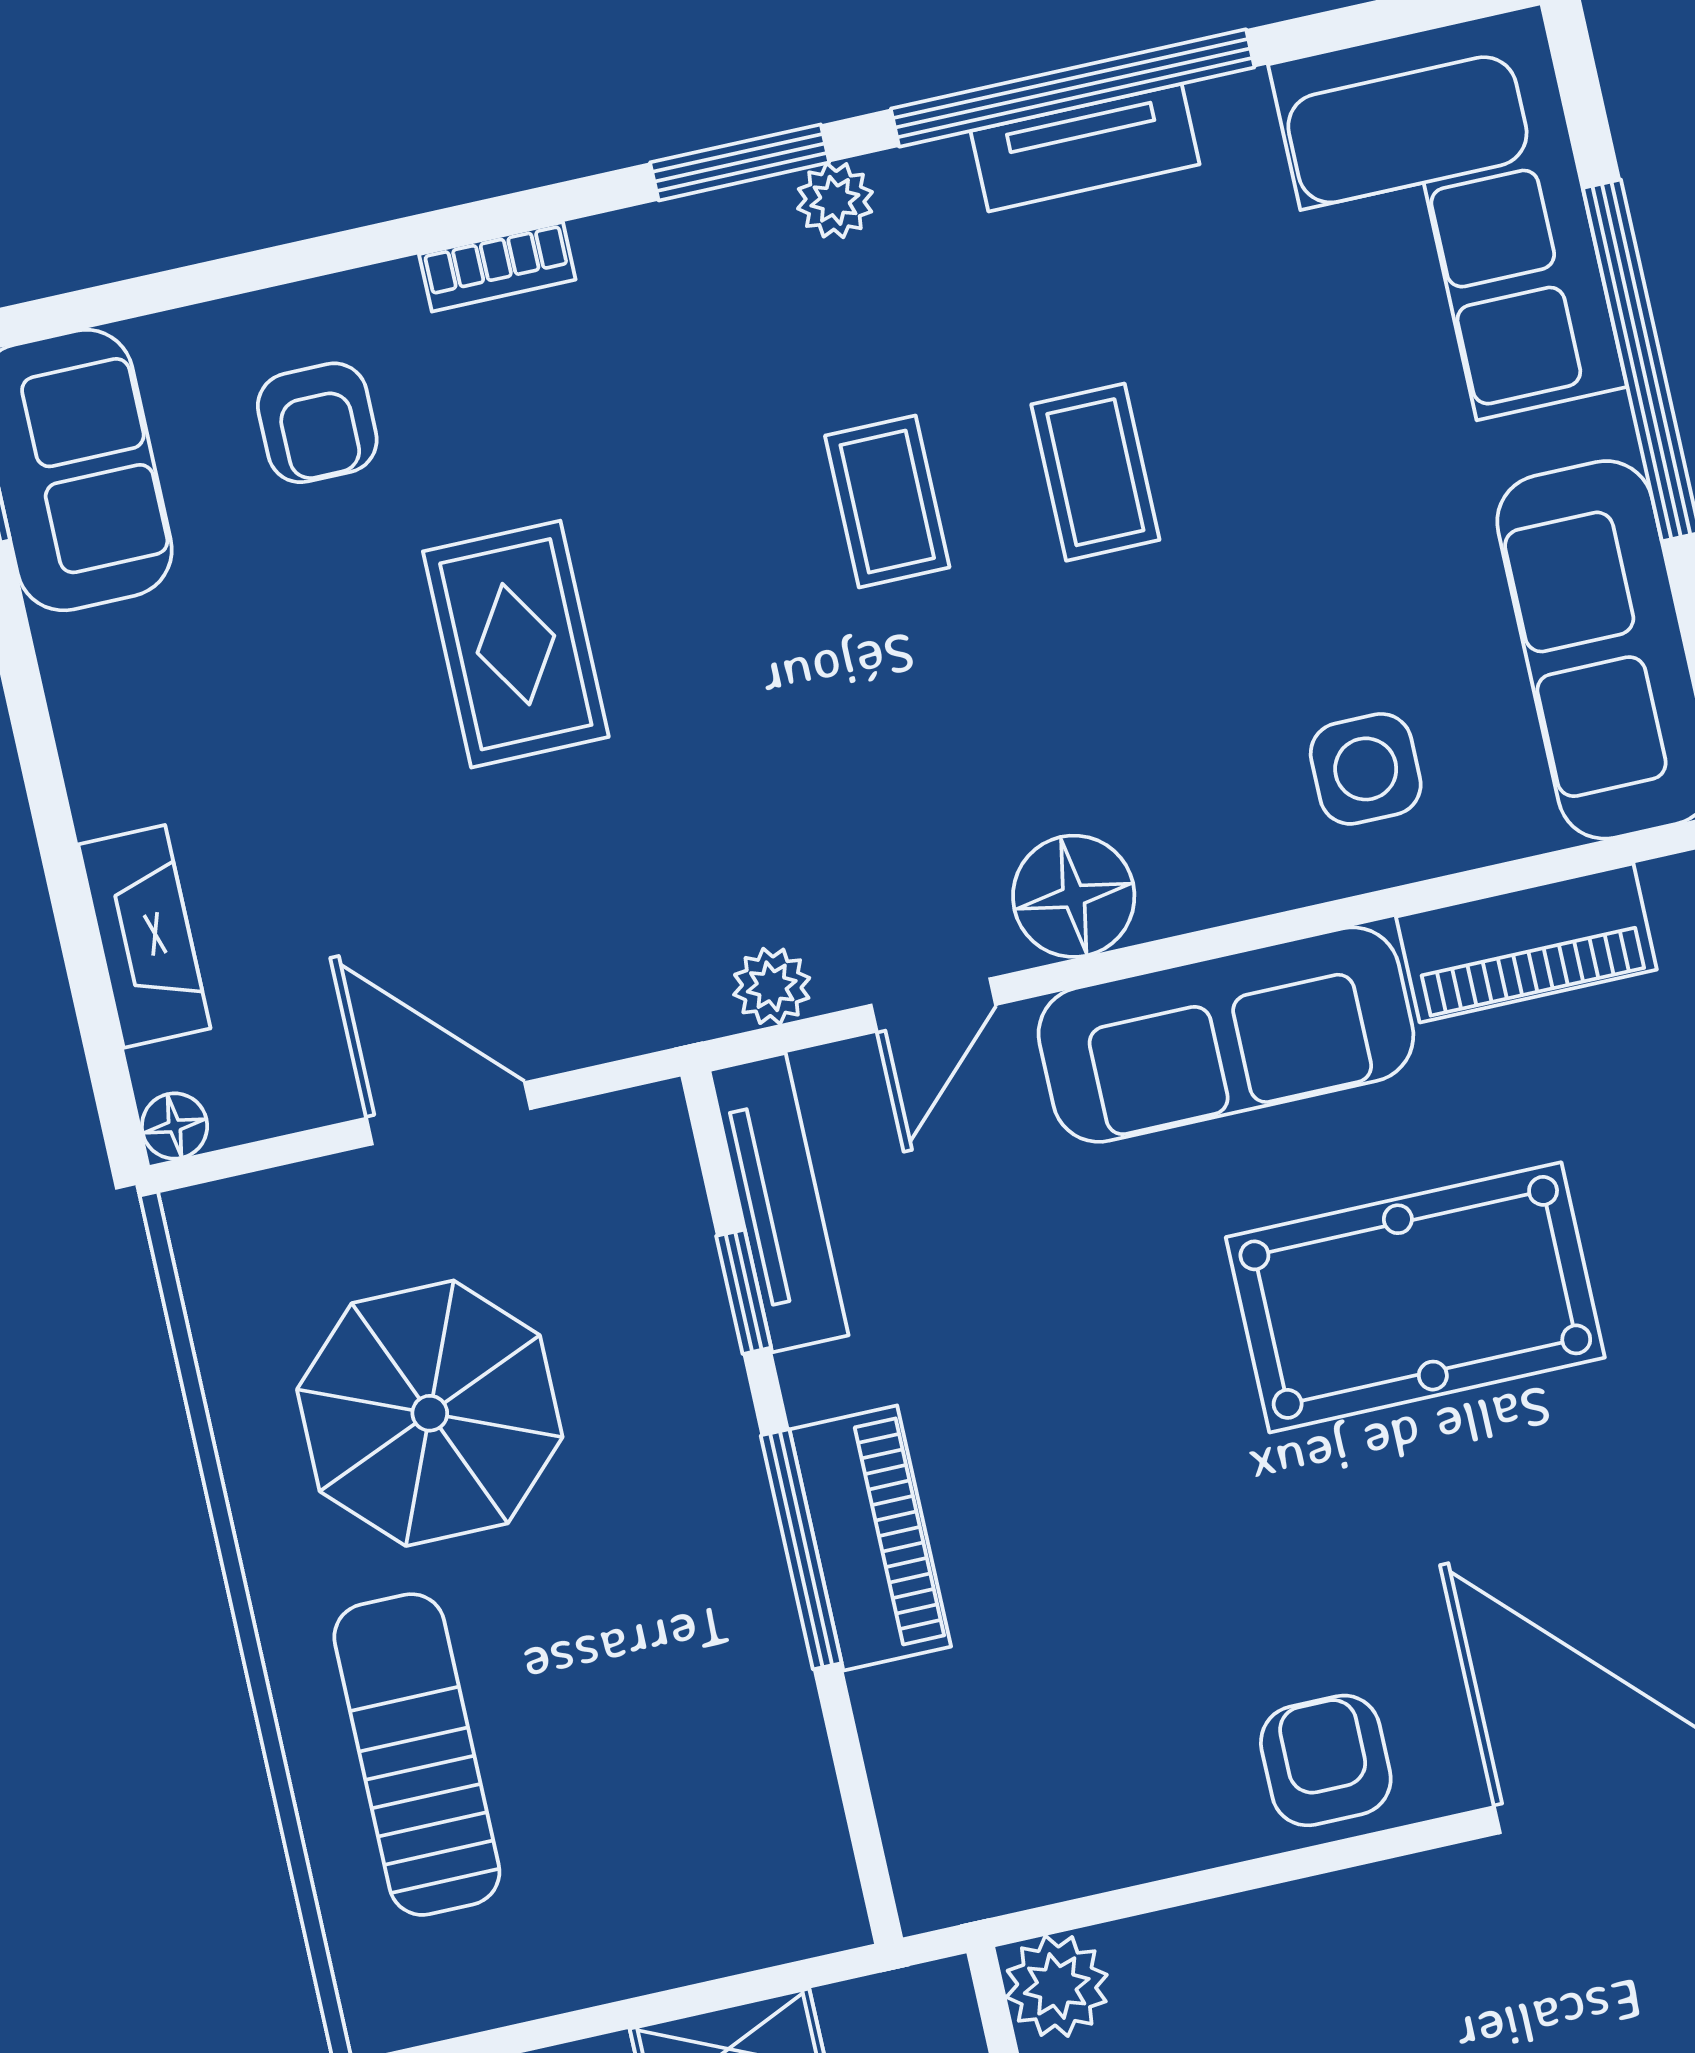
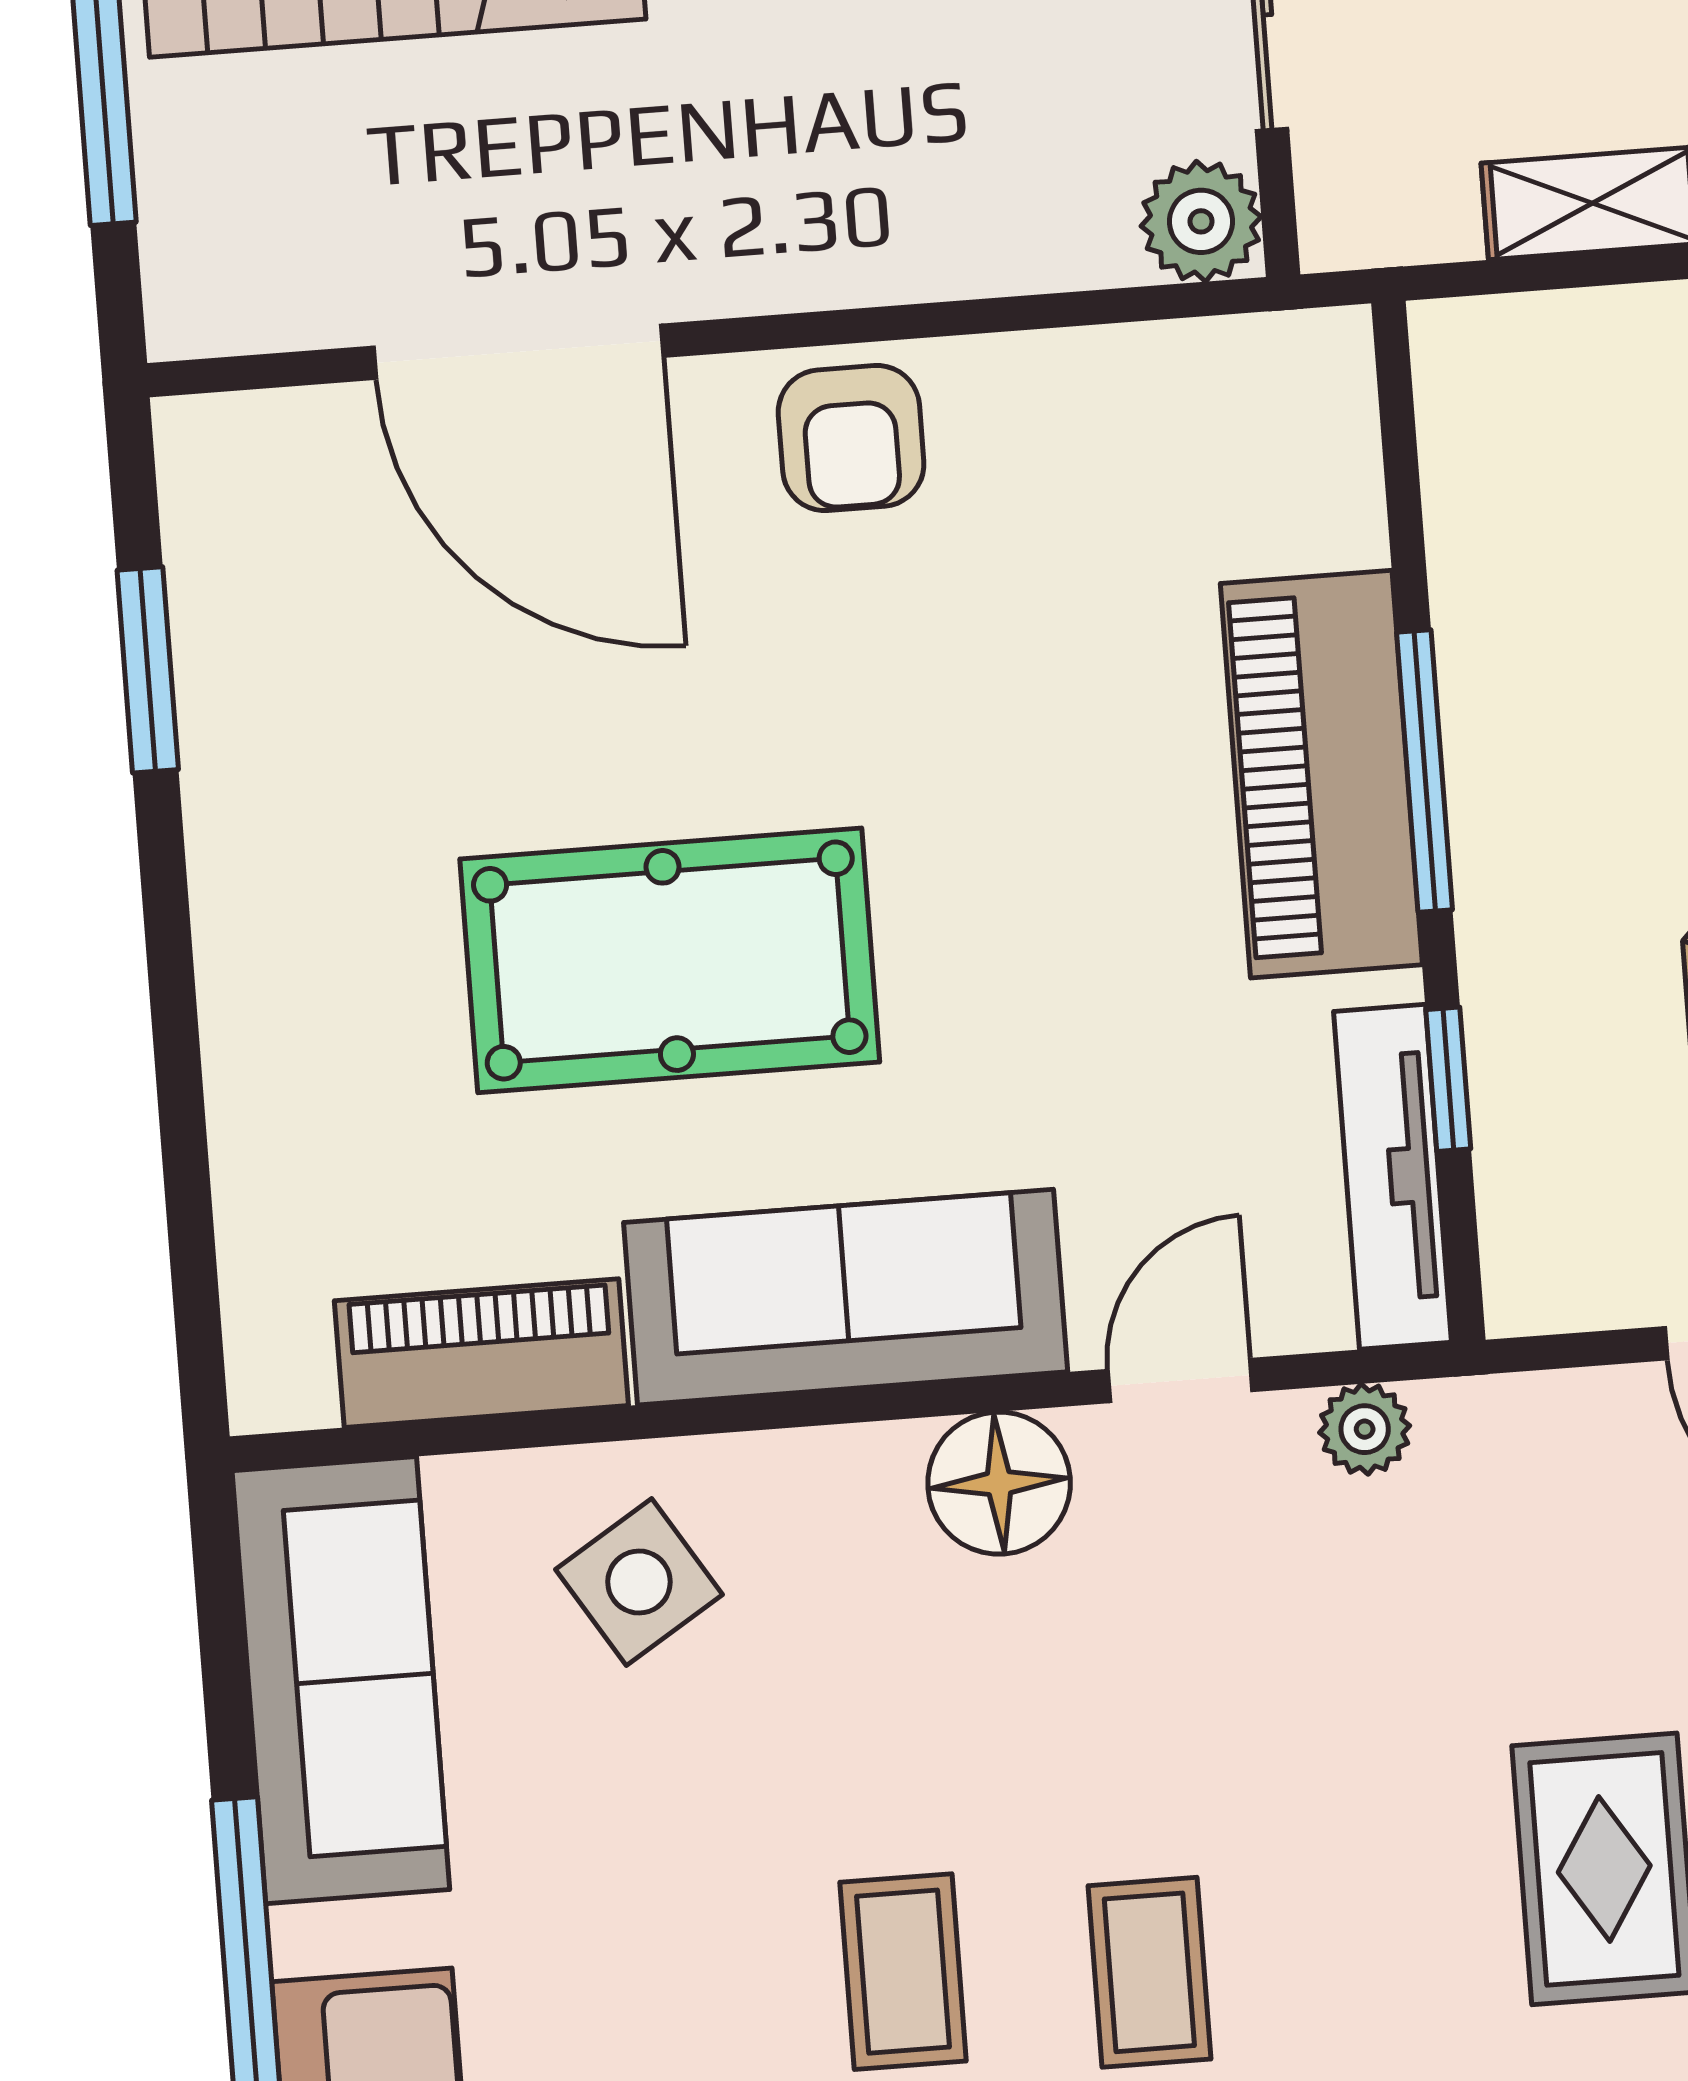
side table: (1366, 769) -> (639, 1582), turned -32
piano: (870, 1538) -> (1321, 774), width x1.37, depth x1.33

